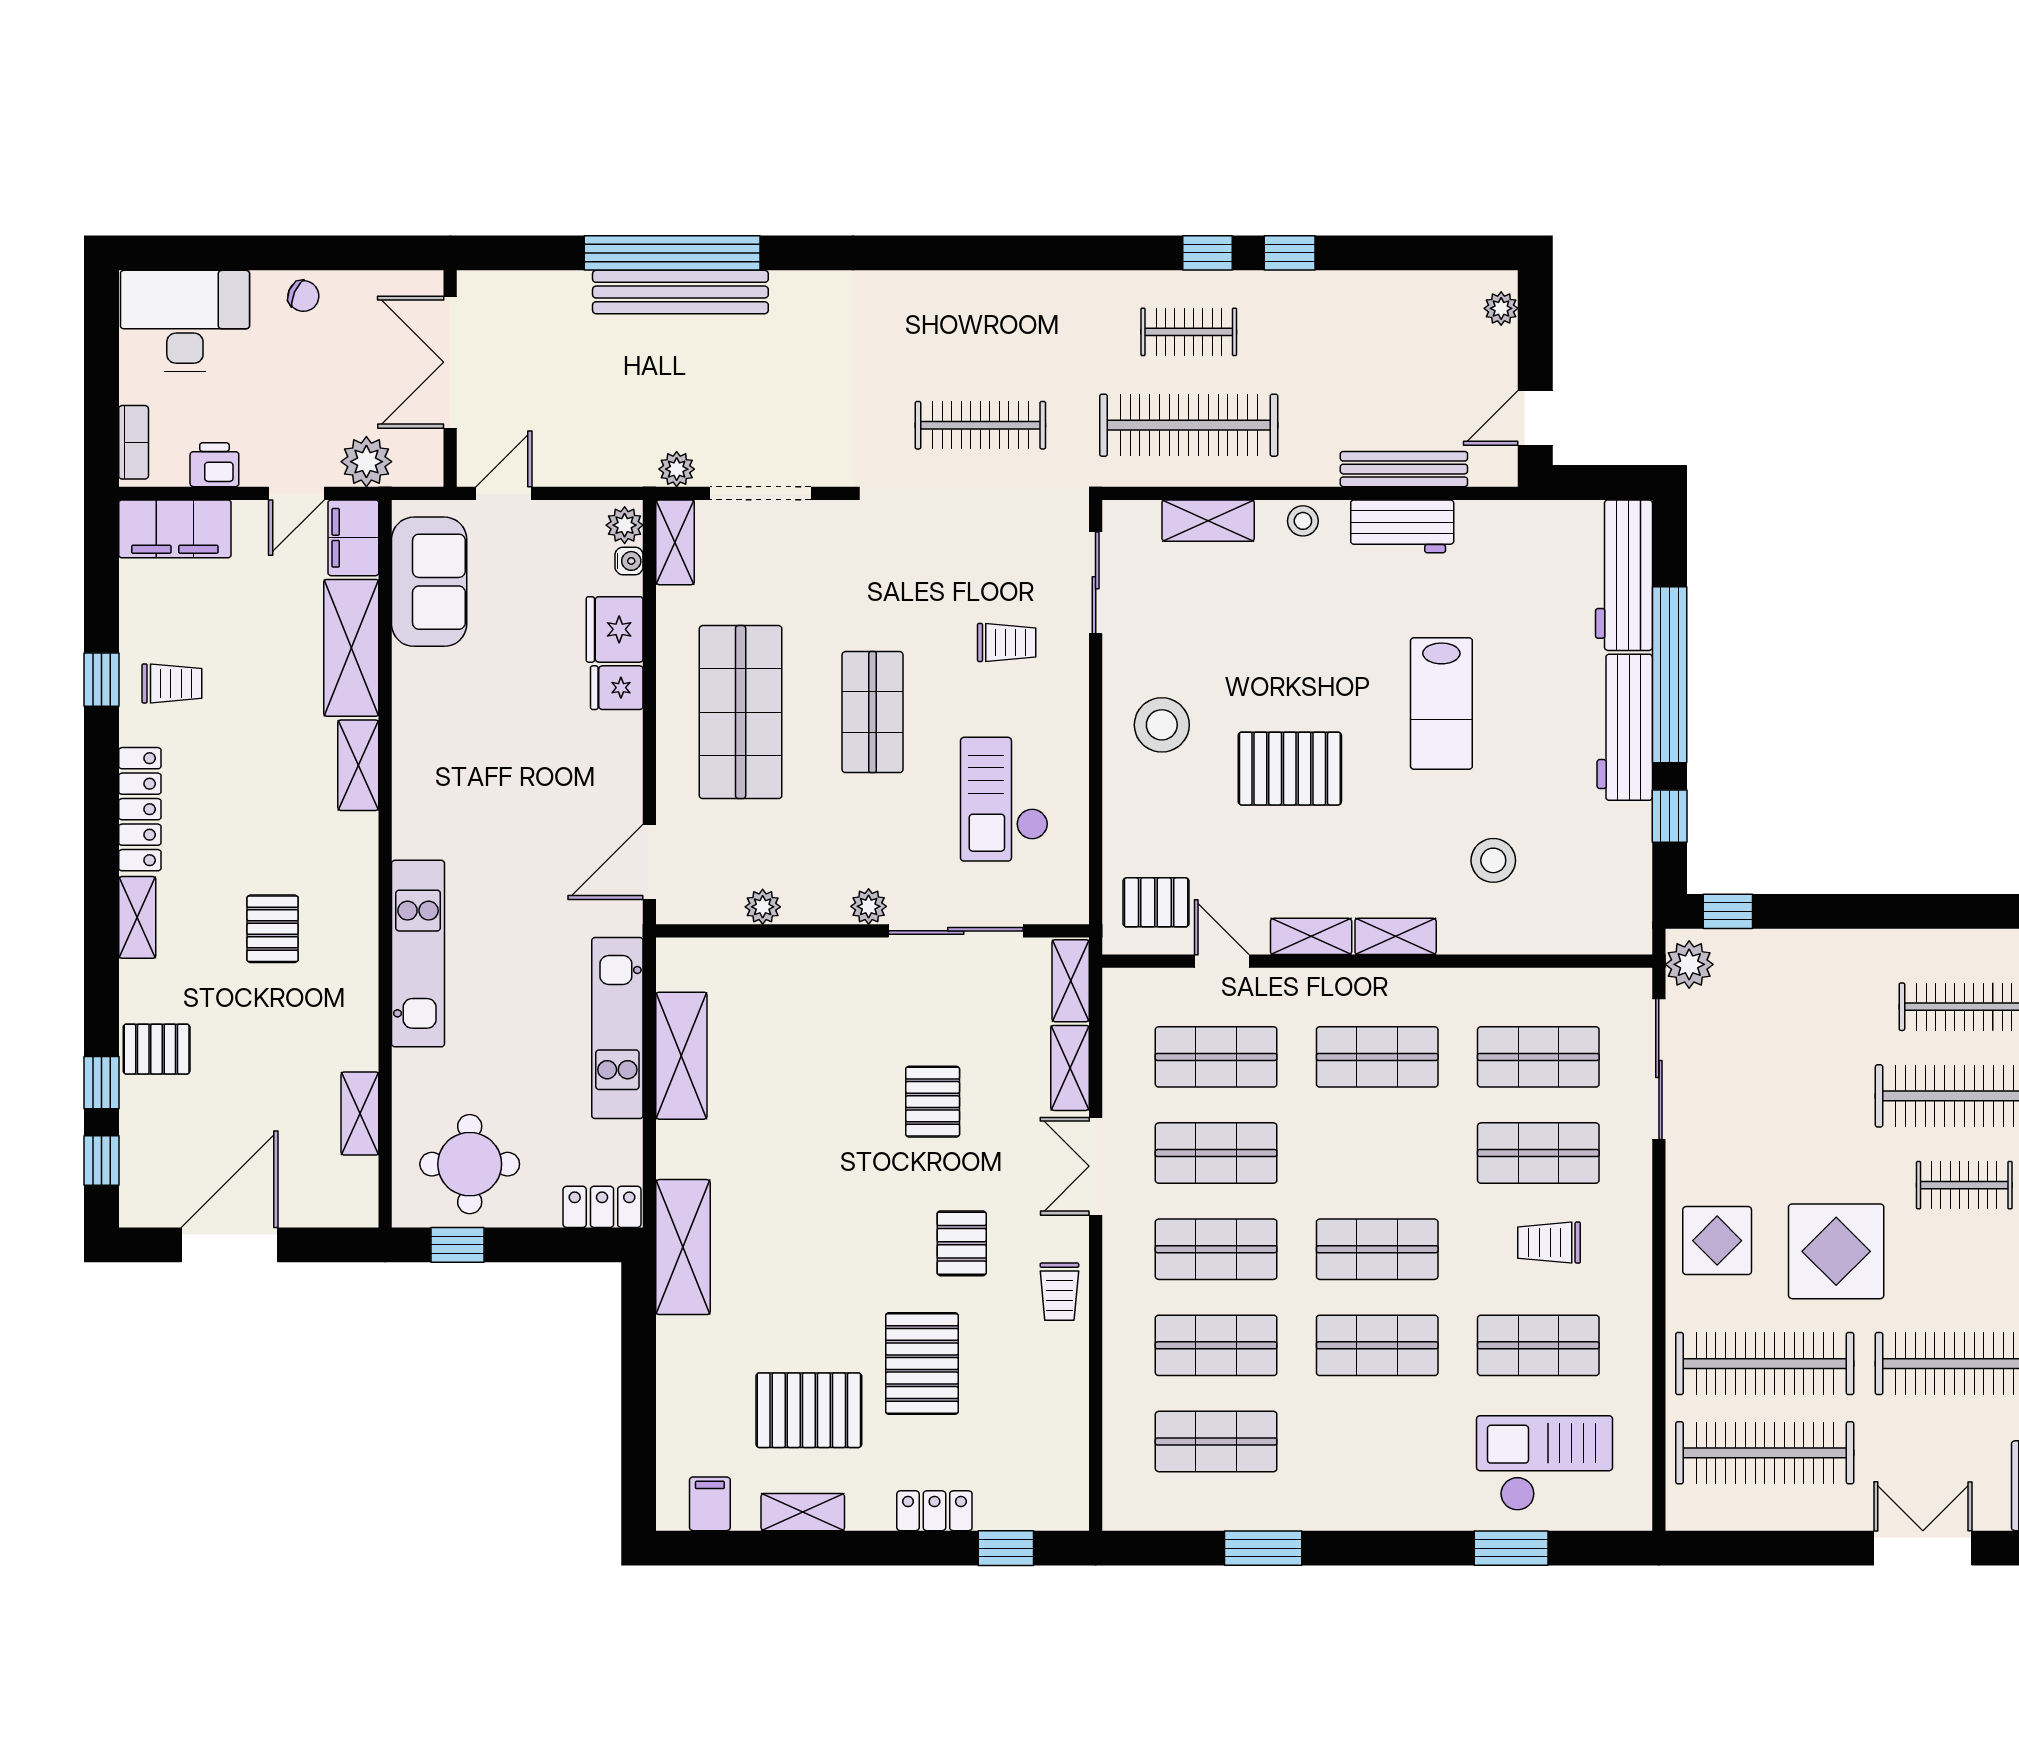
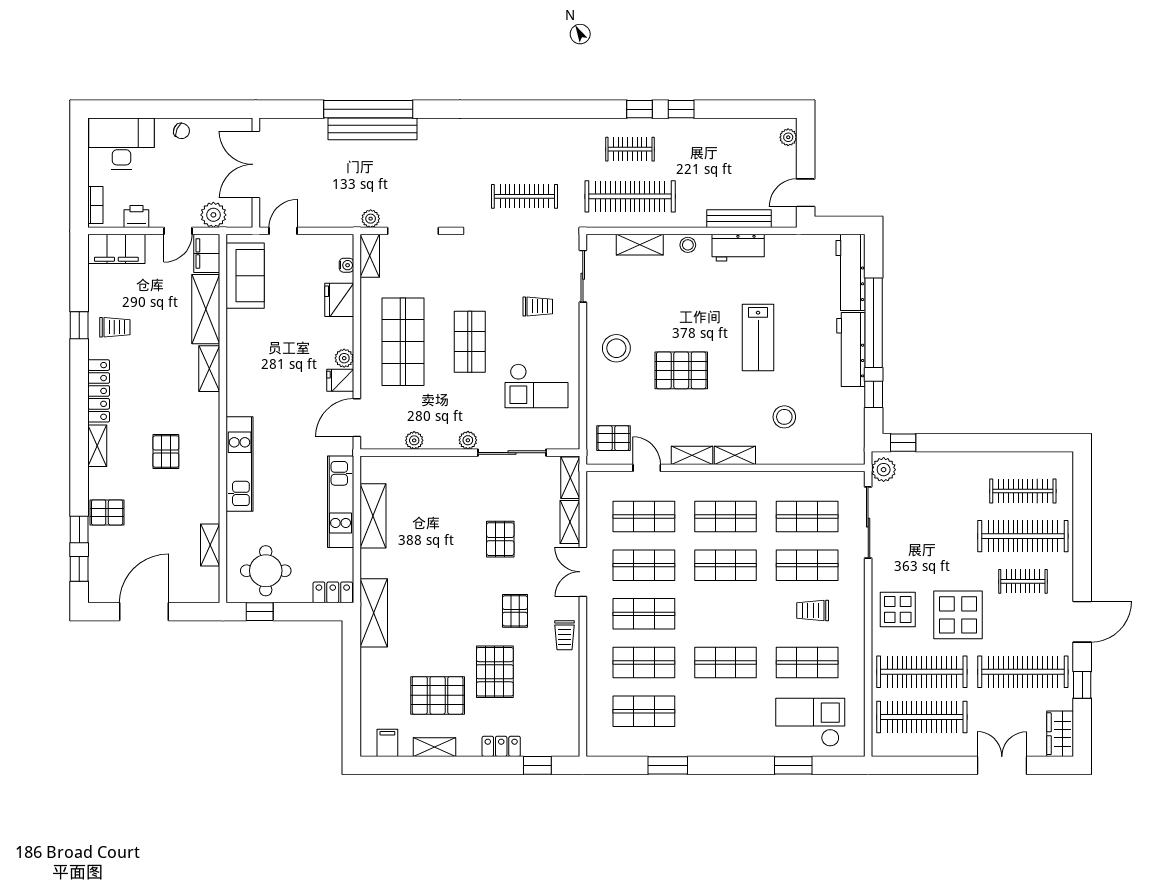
plant: (625, 525) -> (344, 358), moved
fridge: (617, 688) -> (340, 380), moved
checkout: (1004, 799) -> (537, 386), turned -90
shop shelf: (1377, 1249) -> (725, 565), moved

